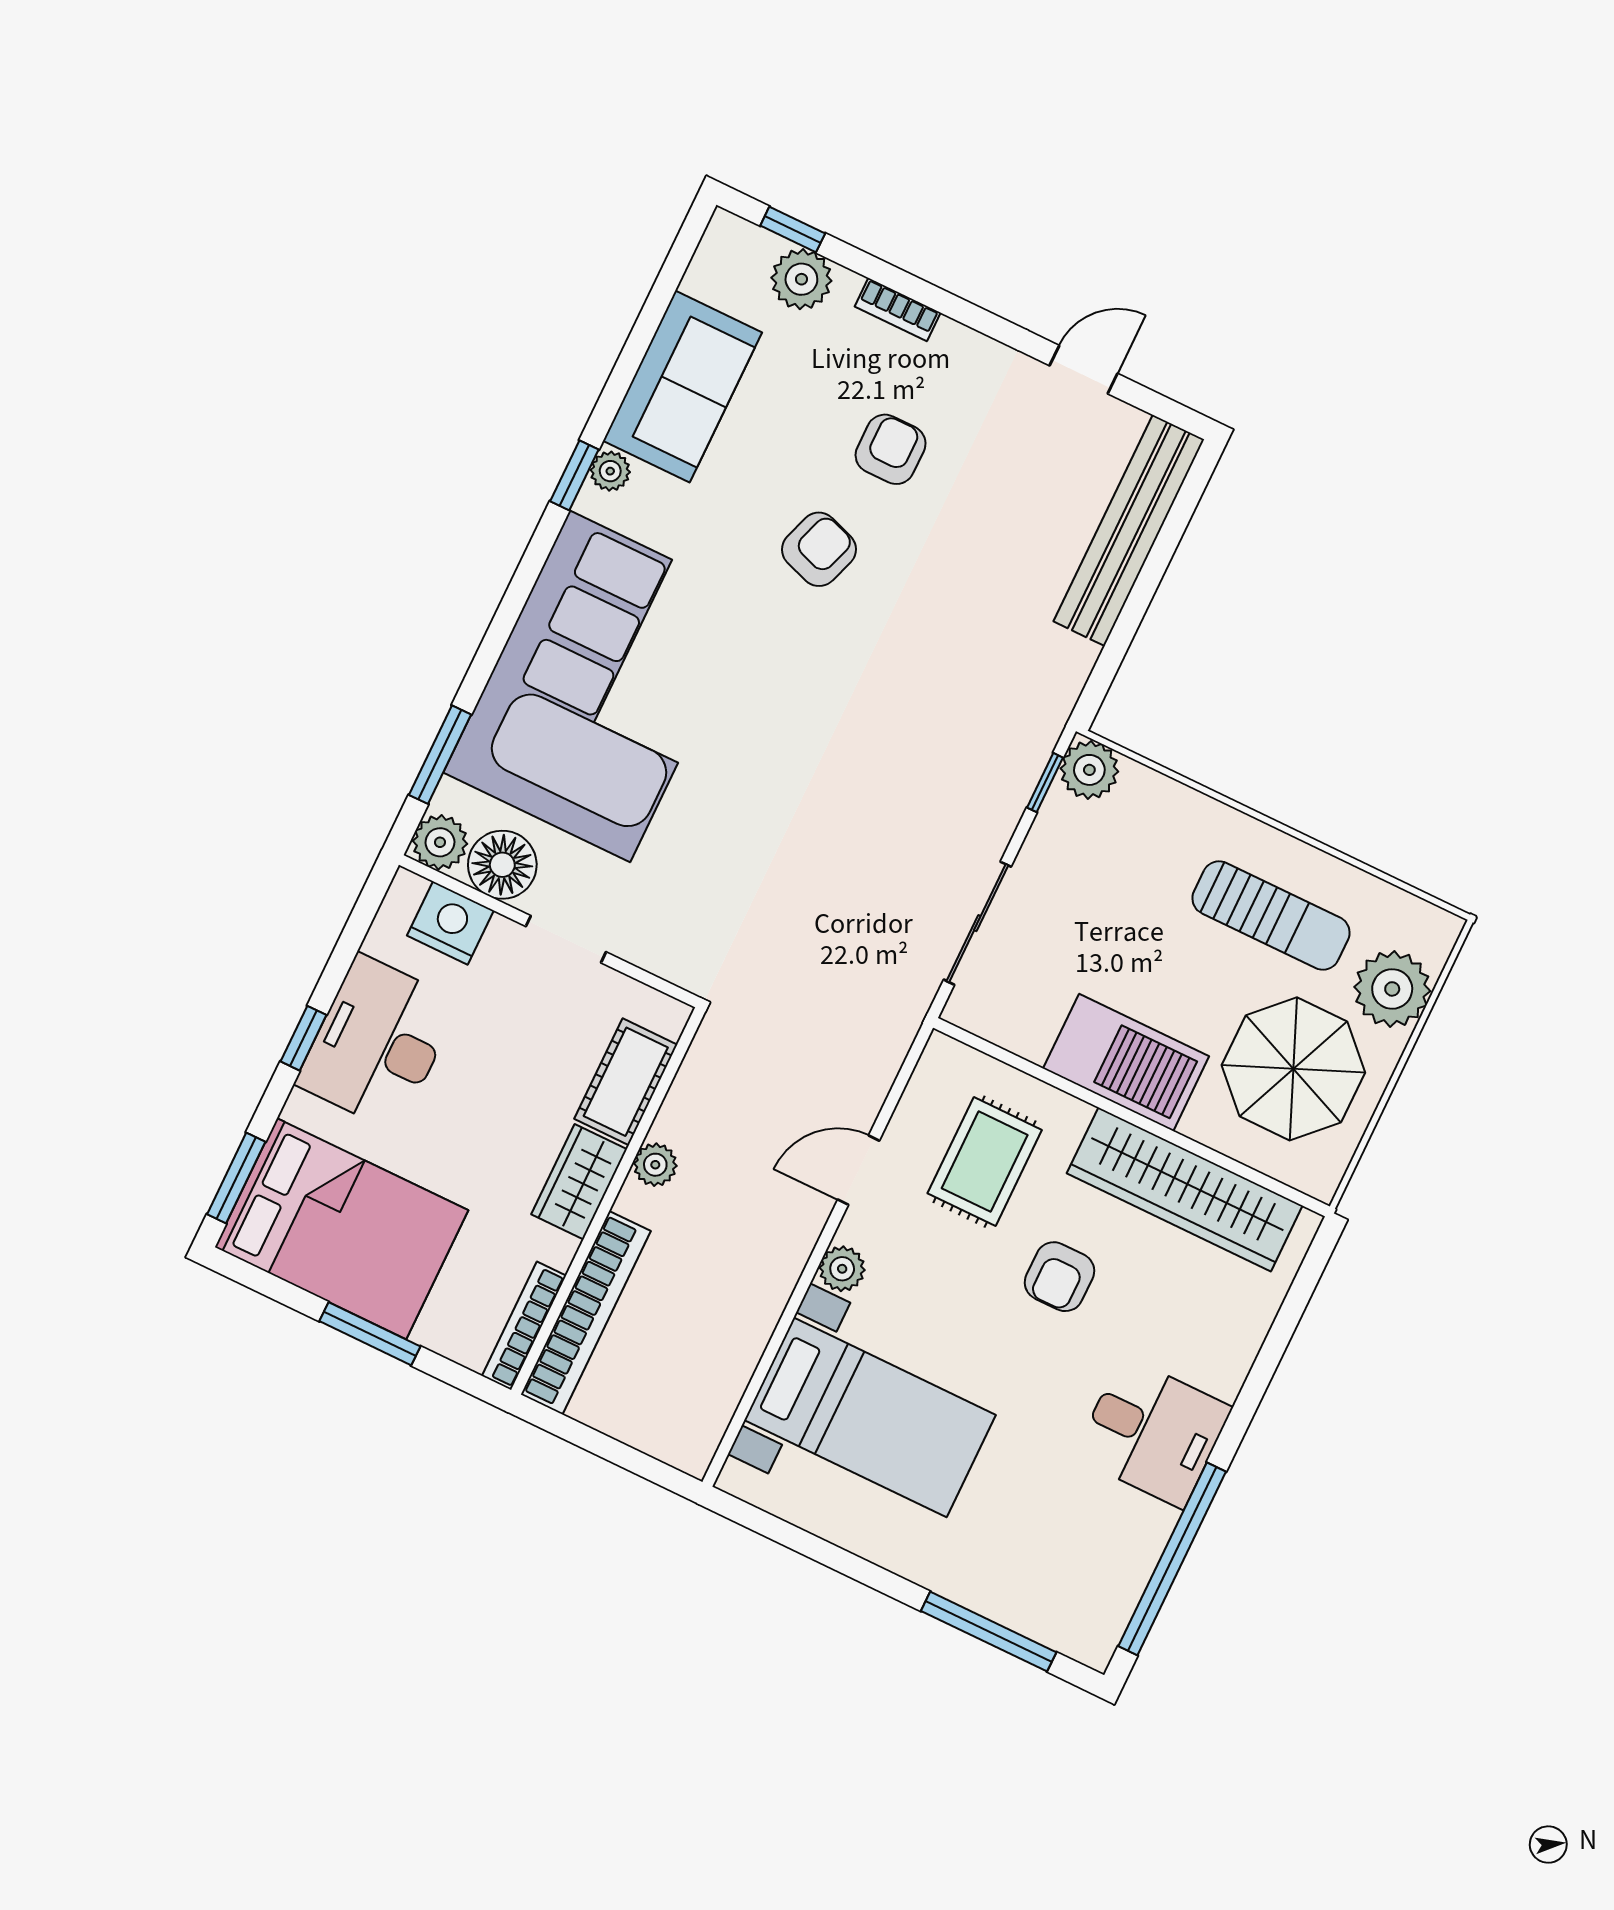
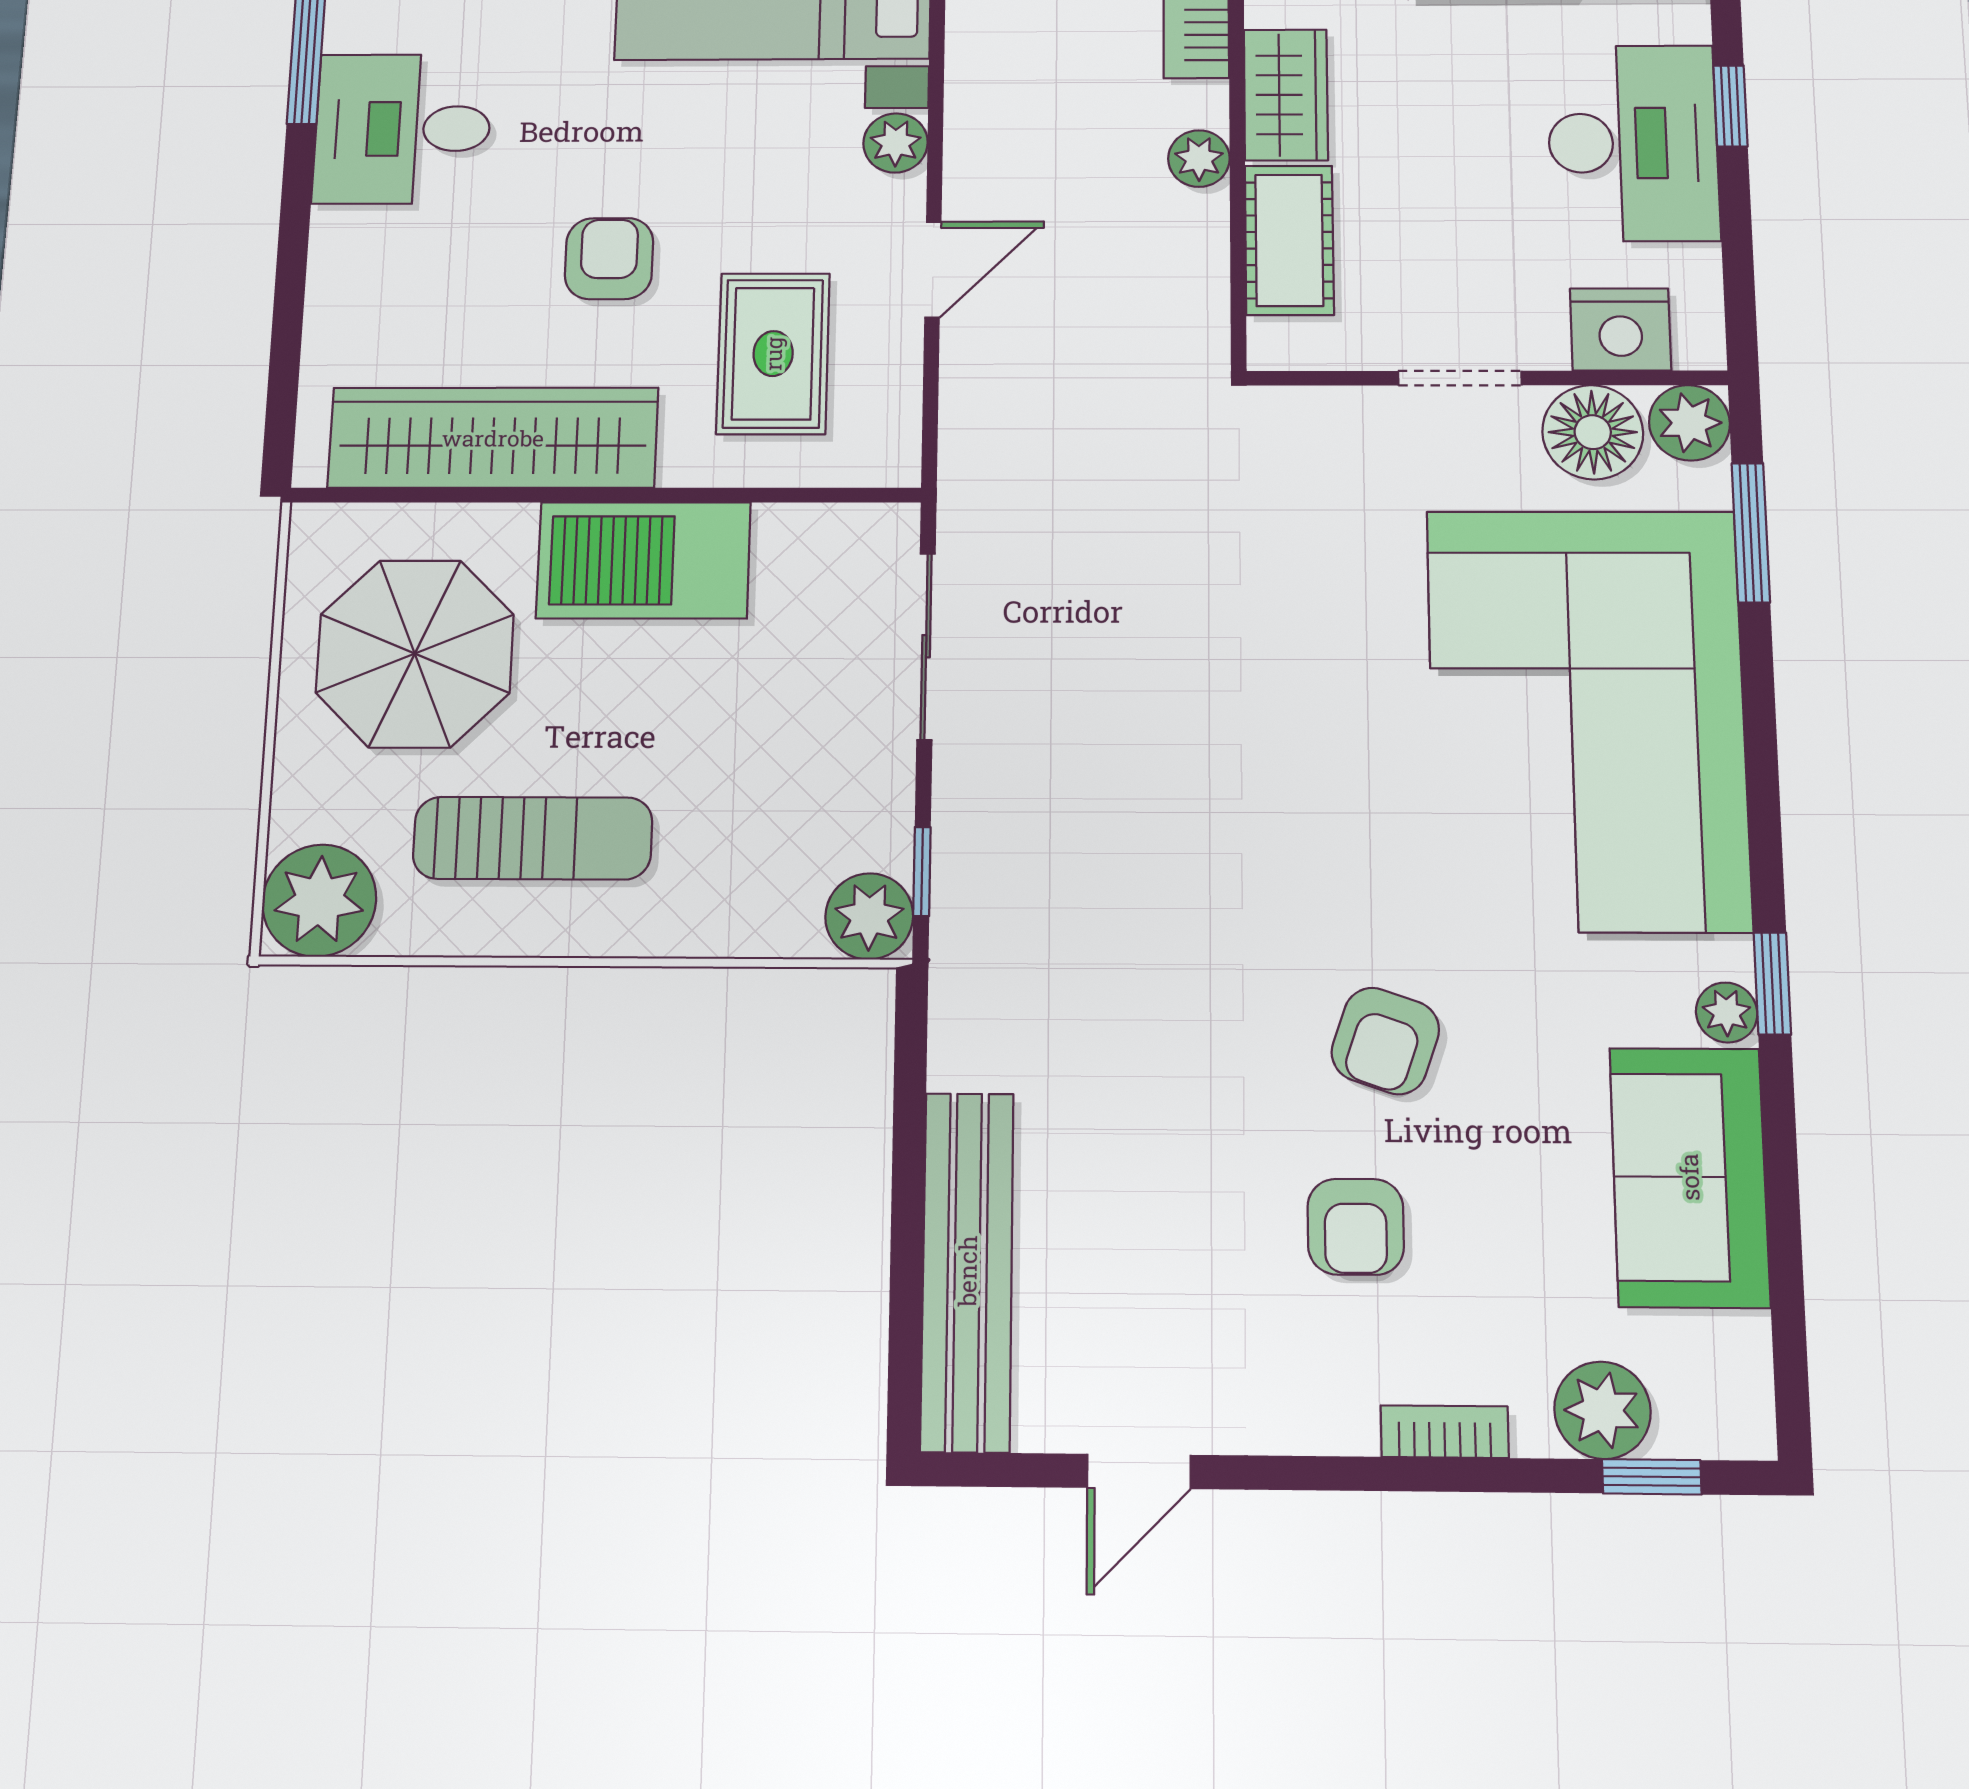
sun lounger: (1271, 915) -> (533, 838), turned 180
plant: (1392, 989) -> (319, 901), moved

